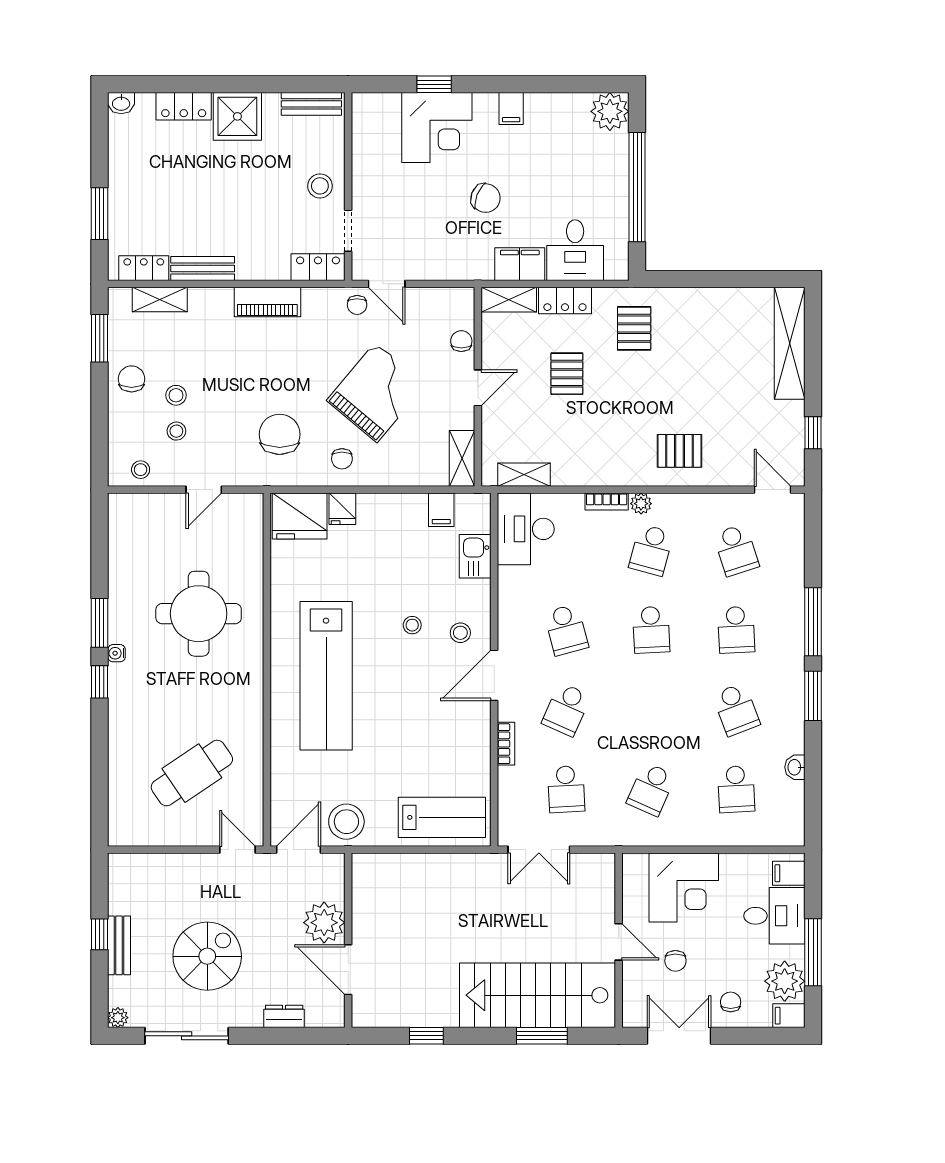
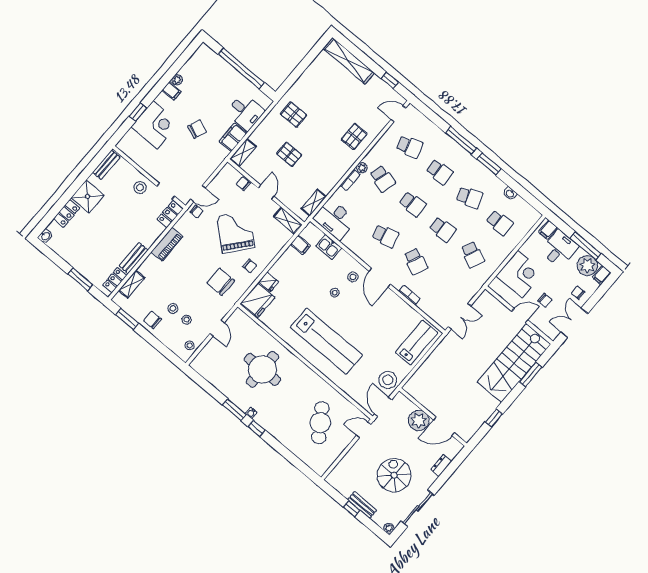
plant: (610, 111) -> (177, 80), moved, width x0.53, depth x0.53
locker: (565, 301) -> (261, 132), removed
school desk: (566, 789) -> (443, 229), moved

